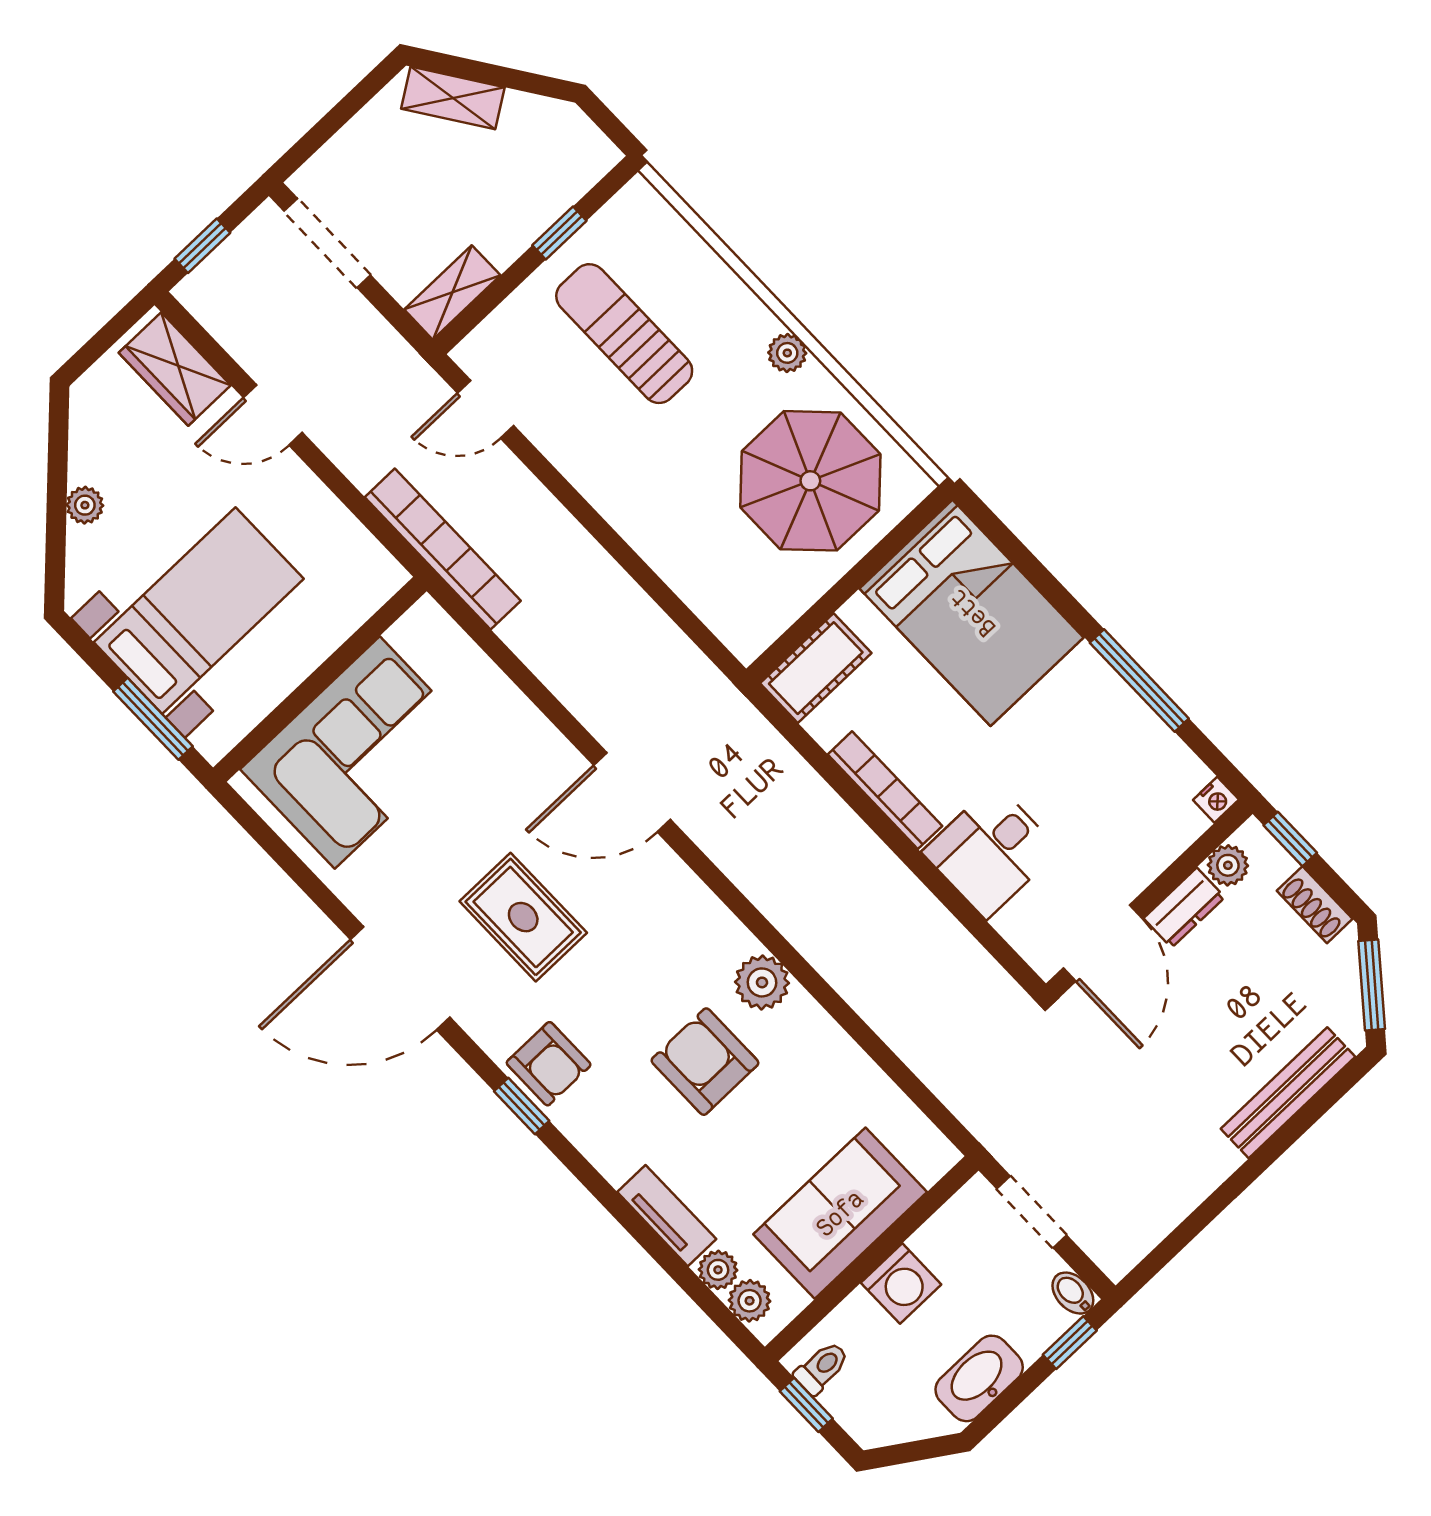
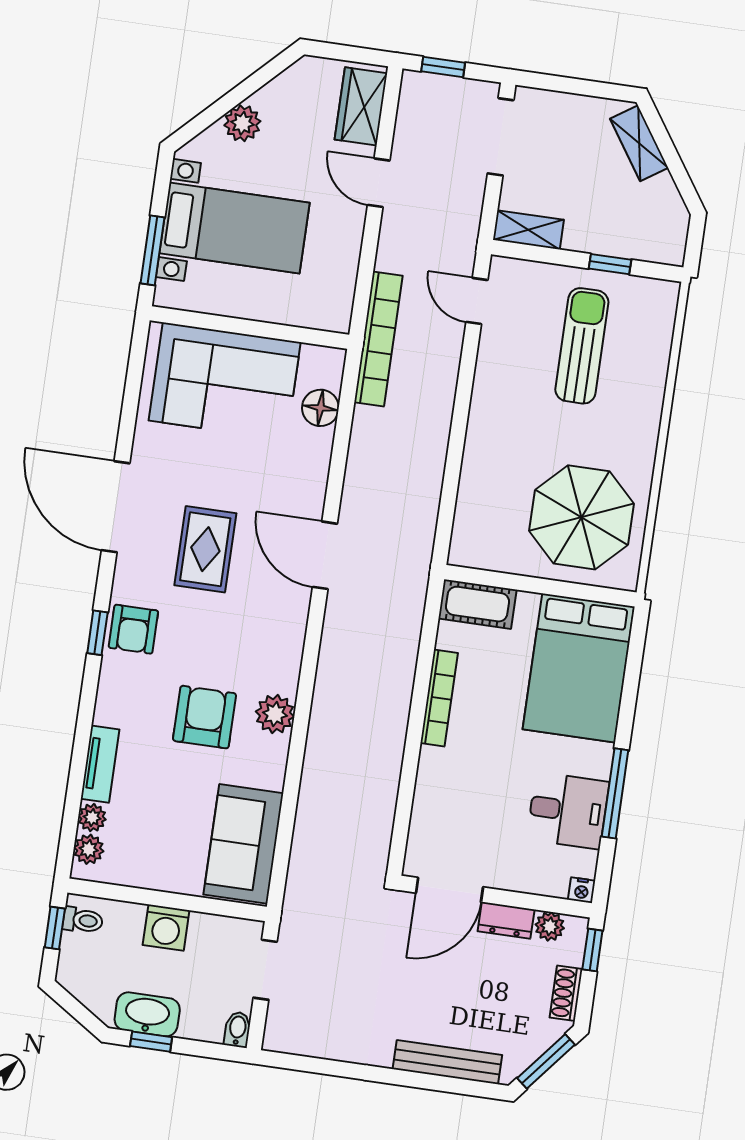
plant: (787, 353) -> (644, 447), removed
plant: (85, 505) -> (242, 123), width x1.38, depth x1.38
floor lamp: (468, 671) -> (320, 408), added
desk: (991, 851) -> (568, 811), moved, turned 180
sofa: (840, 1213) -> (243, 844), moved, turned -90
window: (1070, 1343) -> (151, 1042), moved

